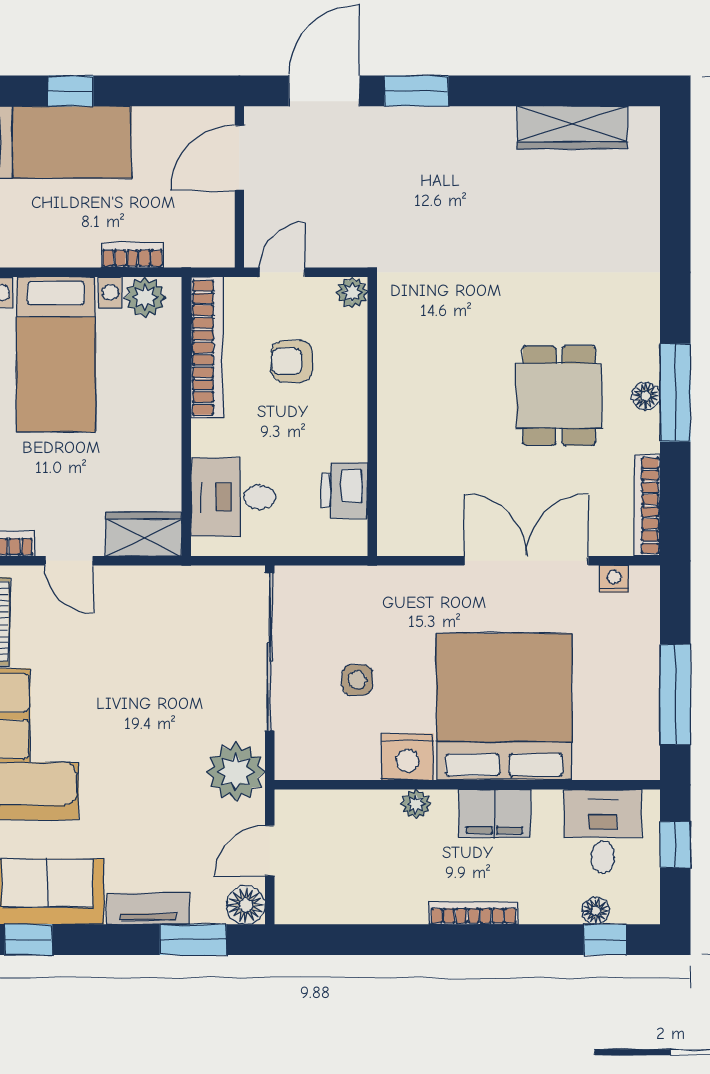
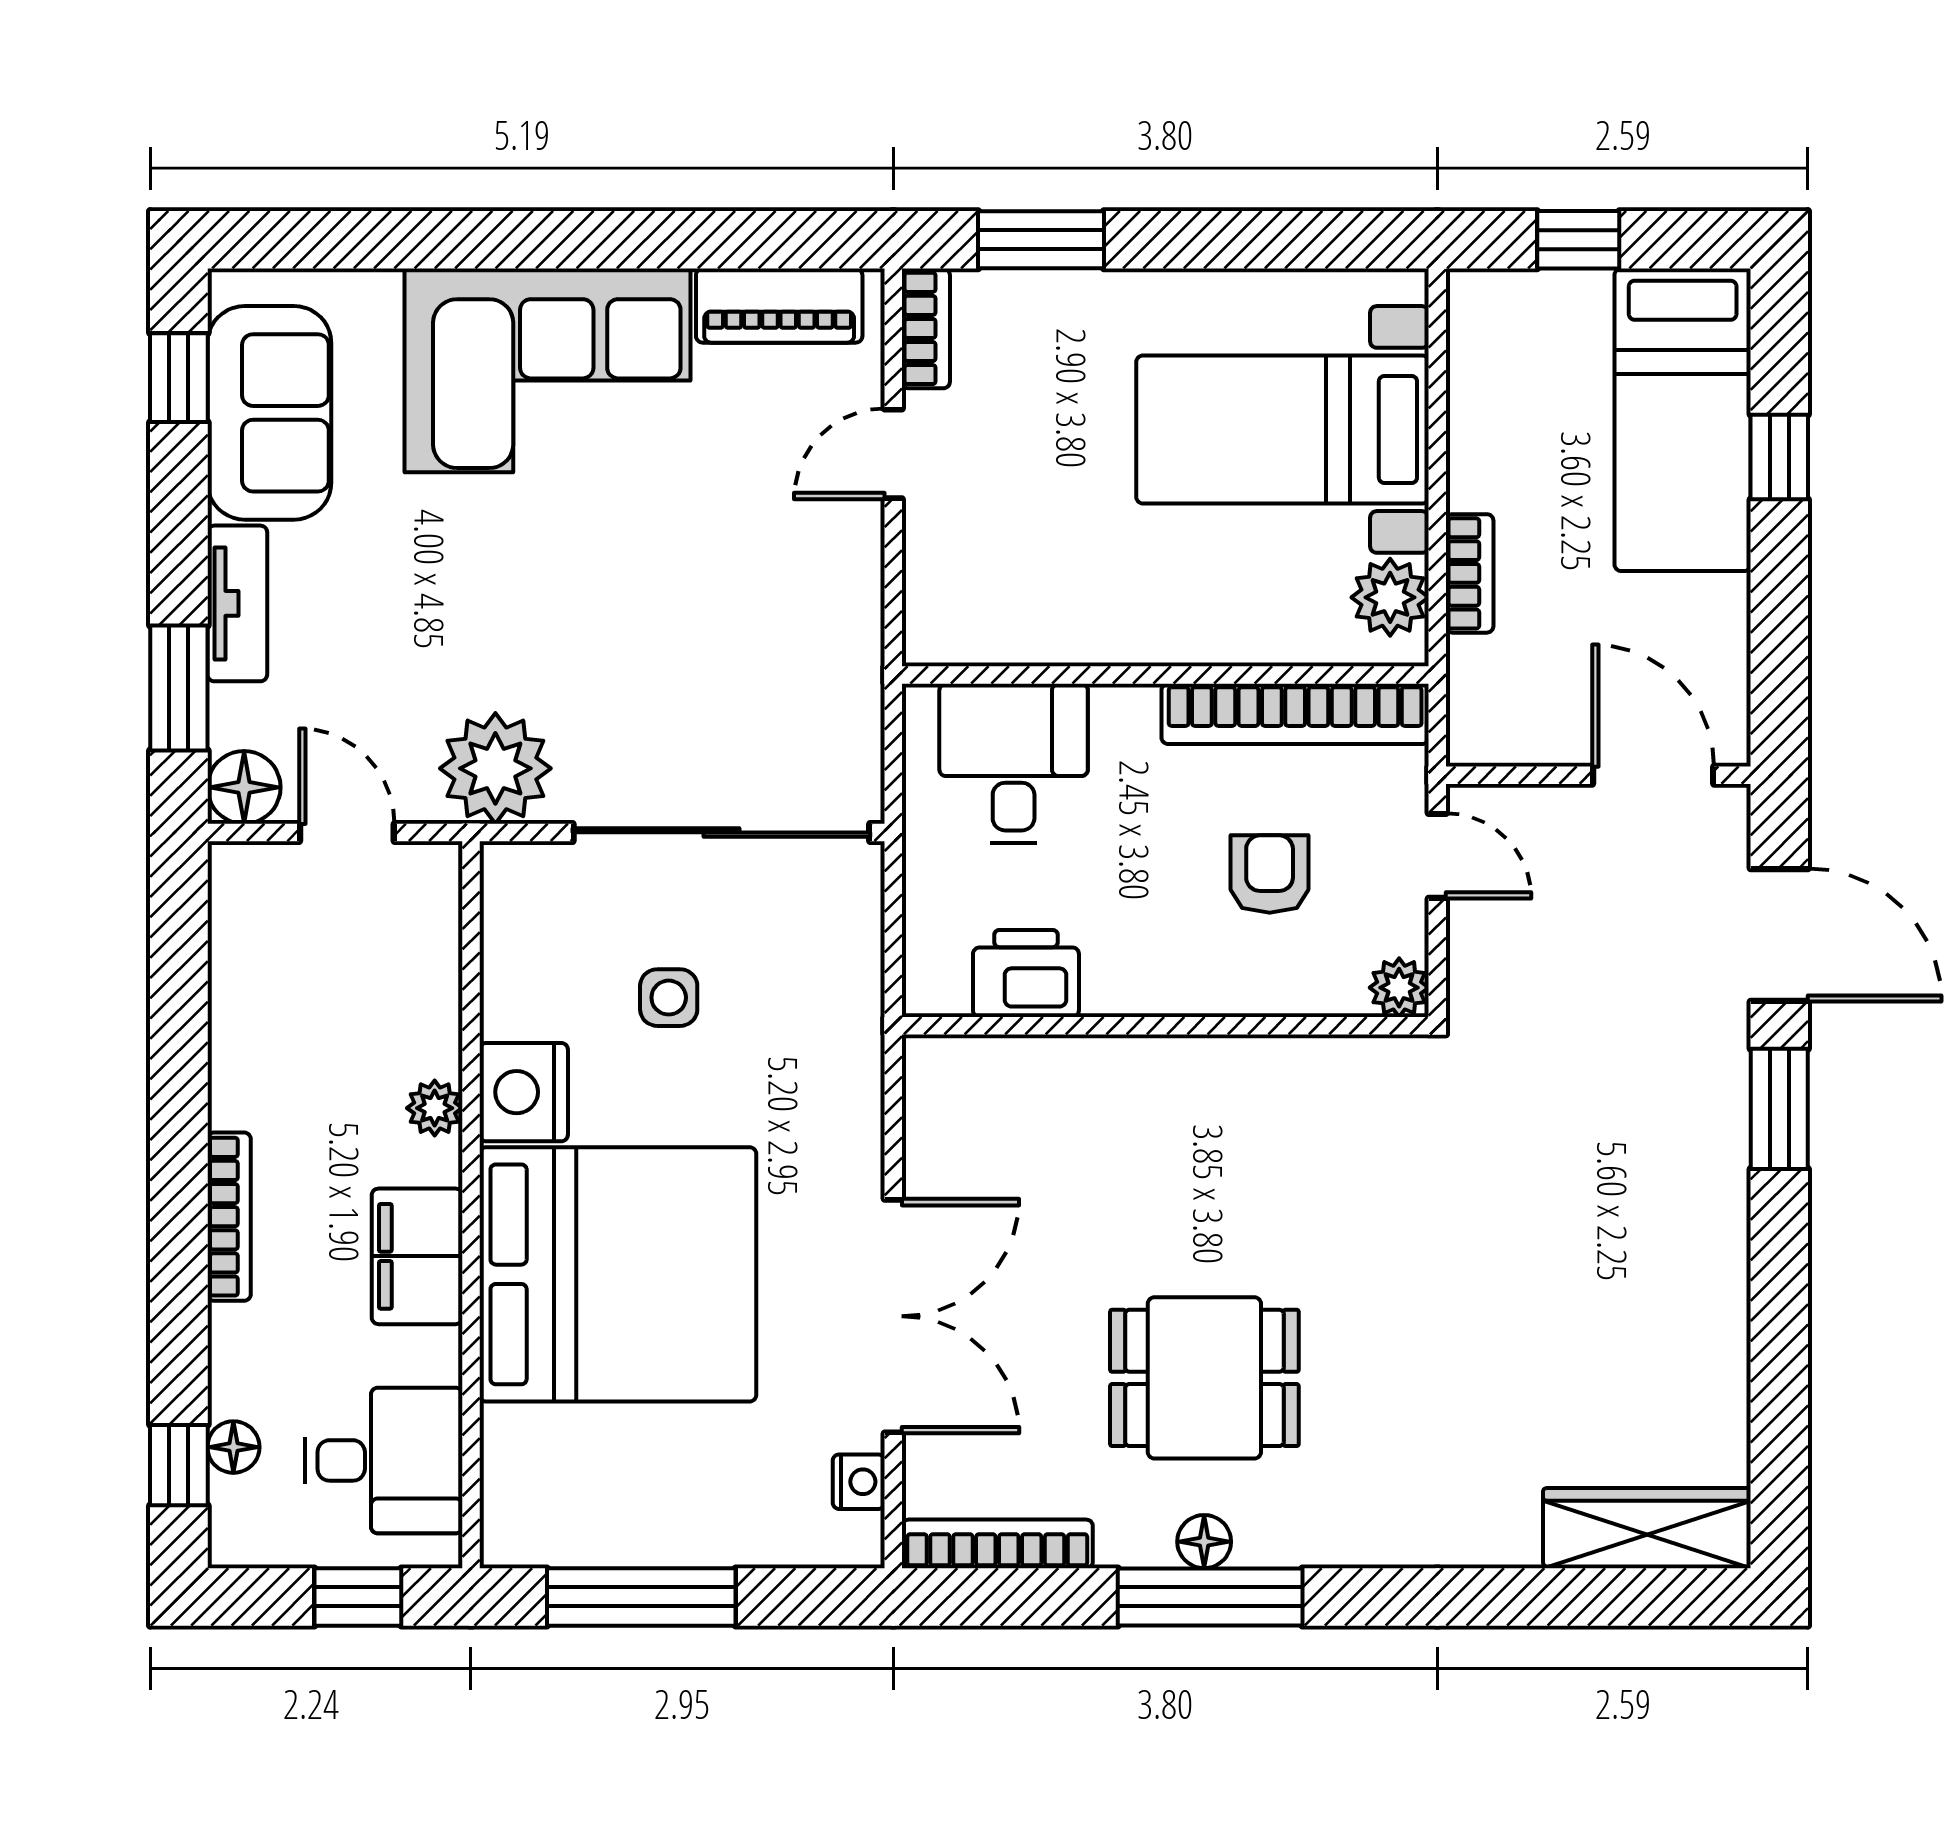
wardrobe: (572, 127) -> (1647, 1528), moved, turned 90
wardrobe: (144, 534) -> (943, 595), removed

